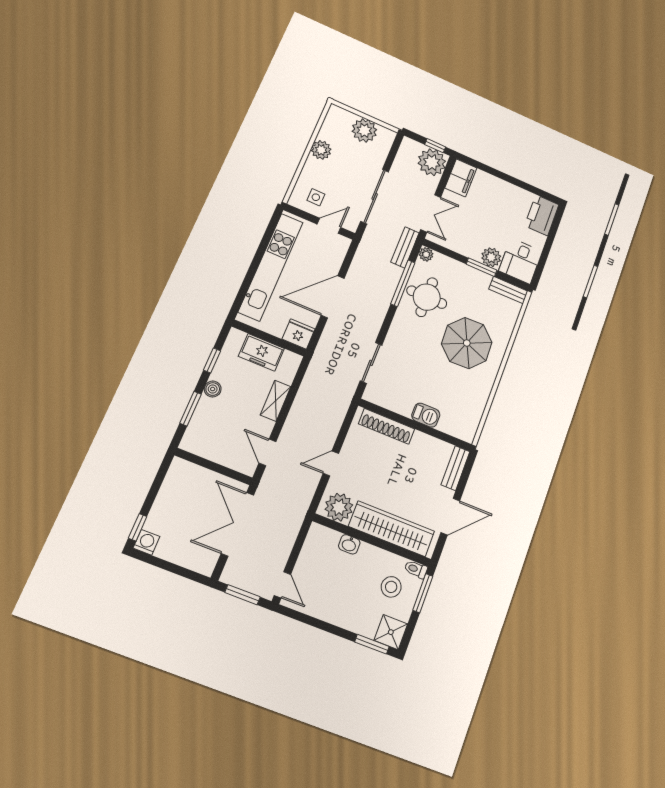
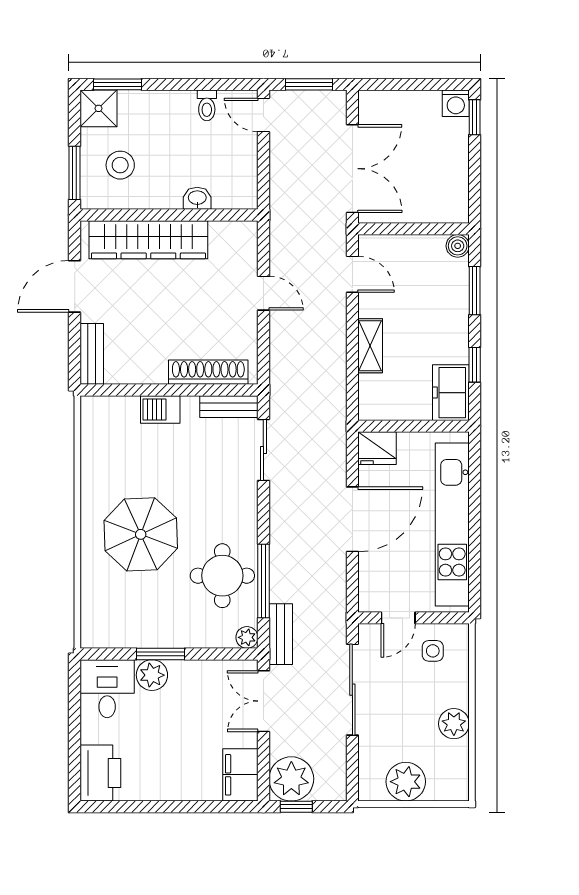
bench: (508, 290) -> (229, 407), moved
freezer: (261, 352) -> (451, 393), moved, turned -90
boiler: (213, 389) -> (458, 246), moved
door: (331, 463) -> (263, 293), hinge flipped
plant: (339, 507) -> (230, 240), removed
toilet: (416, 569) -> (207, 105), moved, turned 90

